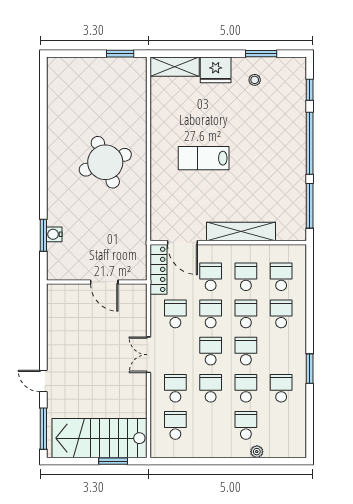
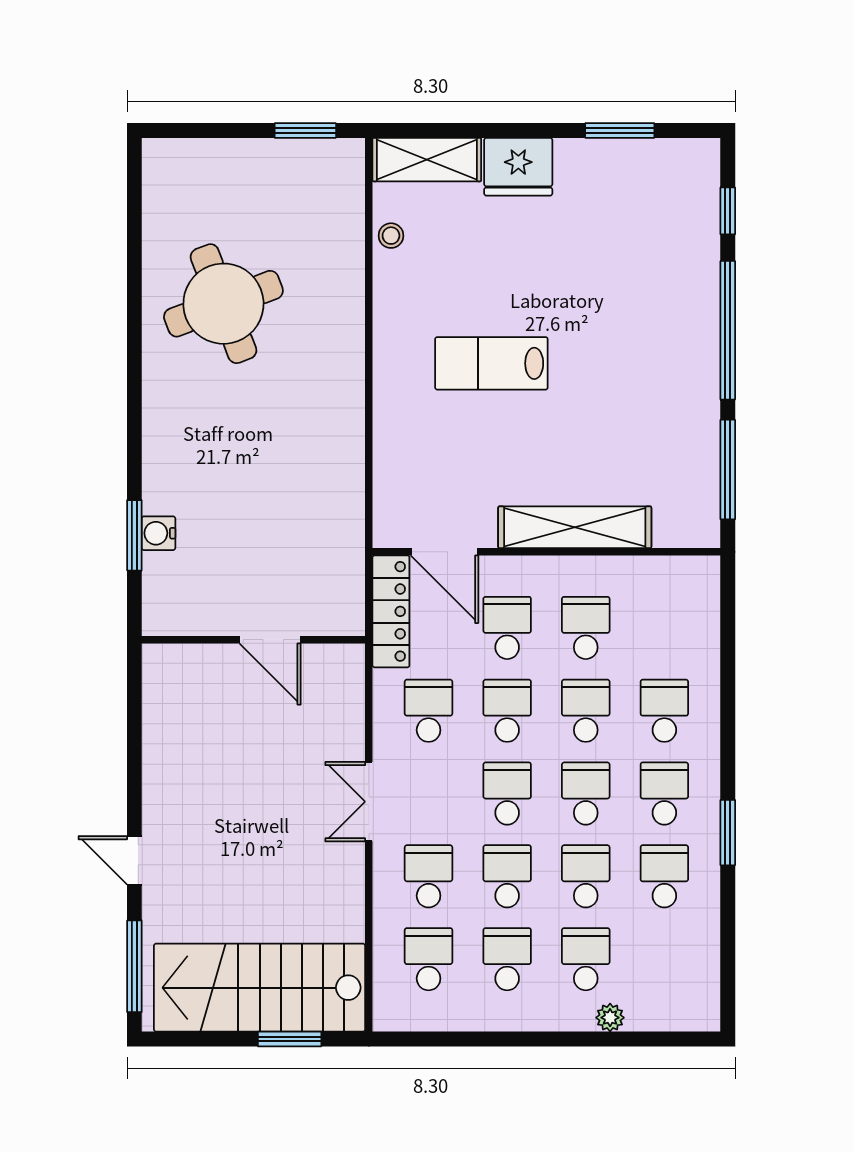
stool: (255, 80) -> (391, 236), moved
round table: (105, 162) -> (223, 304), moved
school desk: (281, 277) -> (664, 794), moved
school desk: (211, 425) -> (507, 959), added

